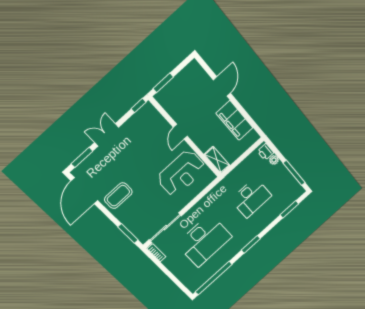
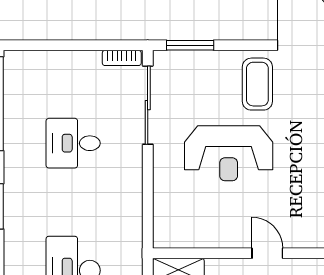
reception desk: (181, 173) -> (229, 153), moved, turned -90
desk: (204, 240) -> (73, 143), width x0.53, depth x0.77

